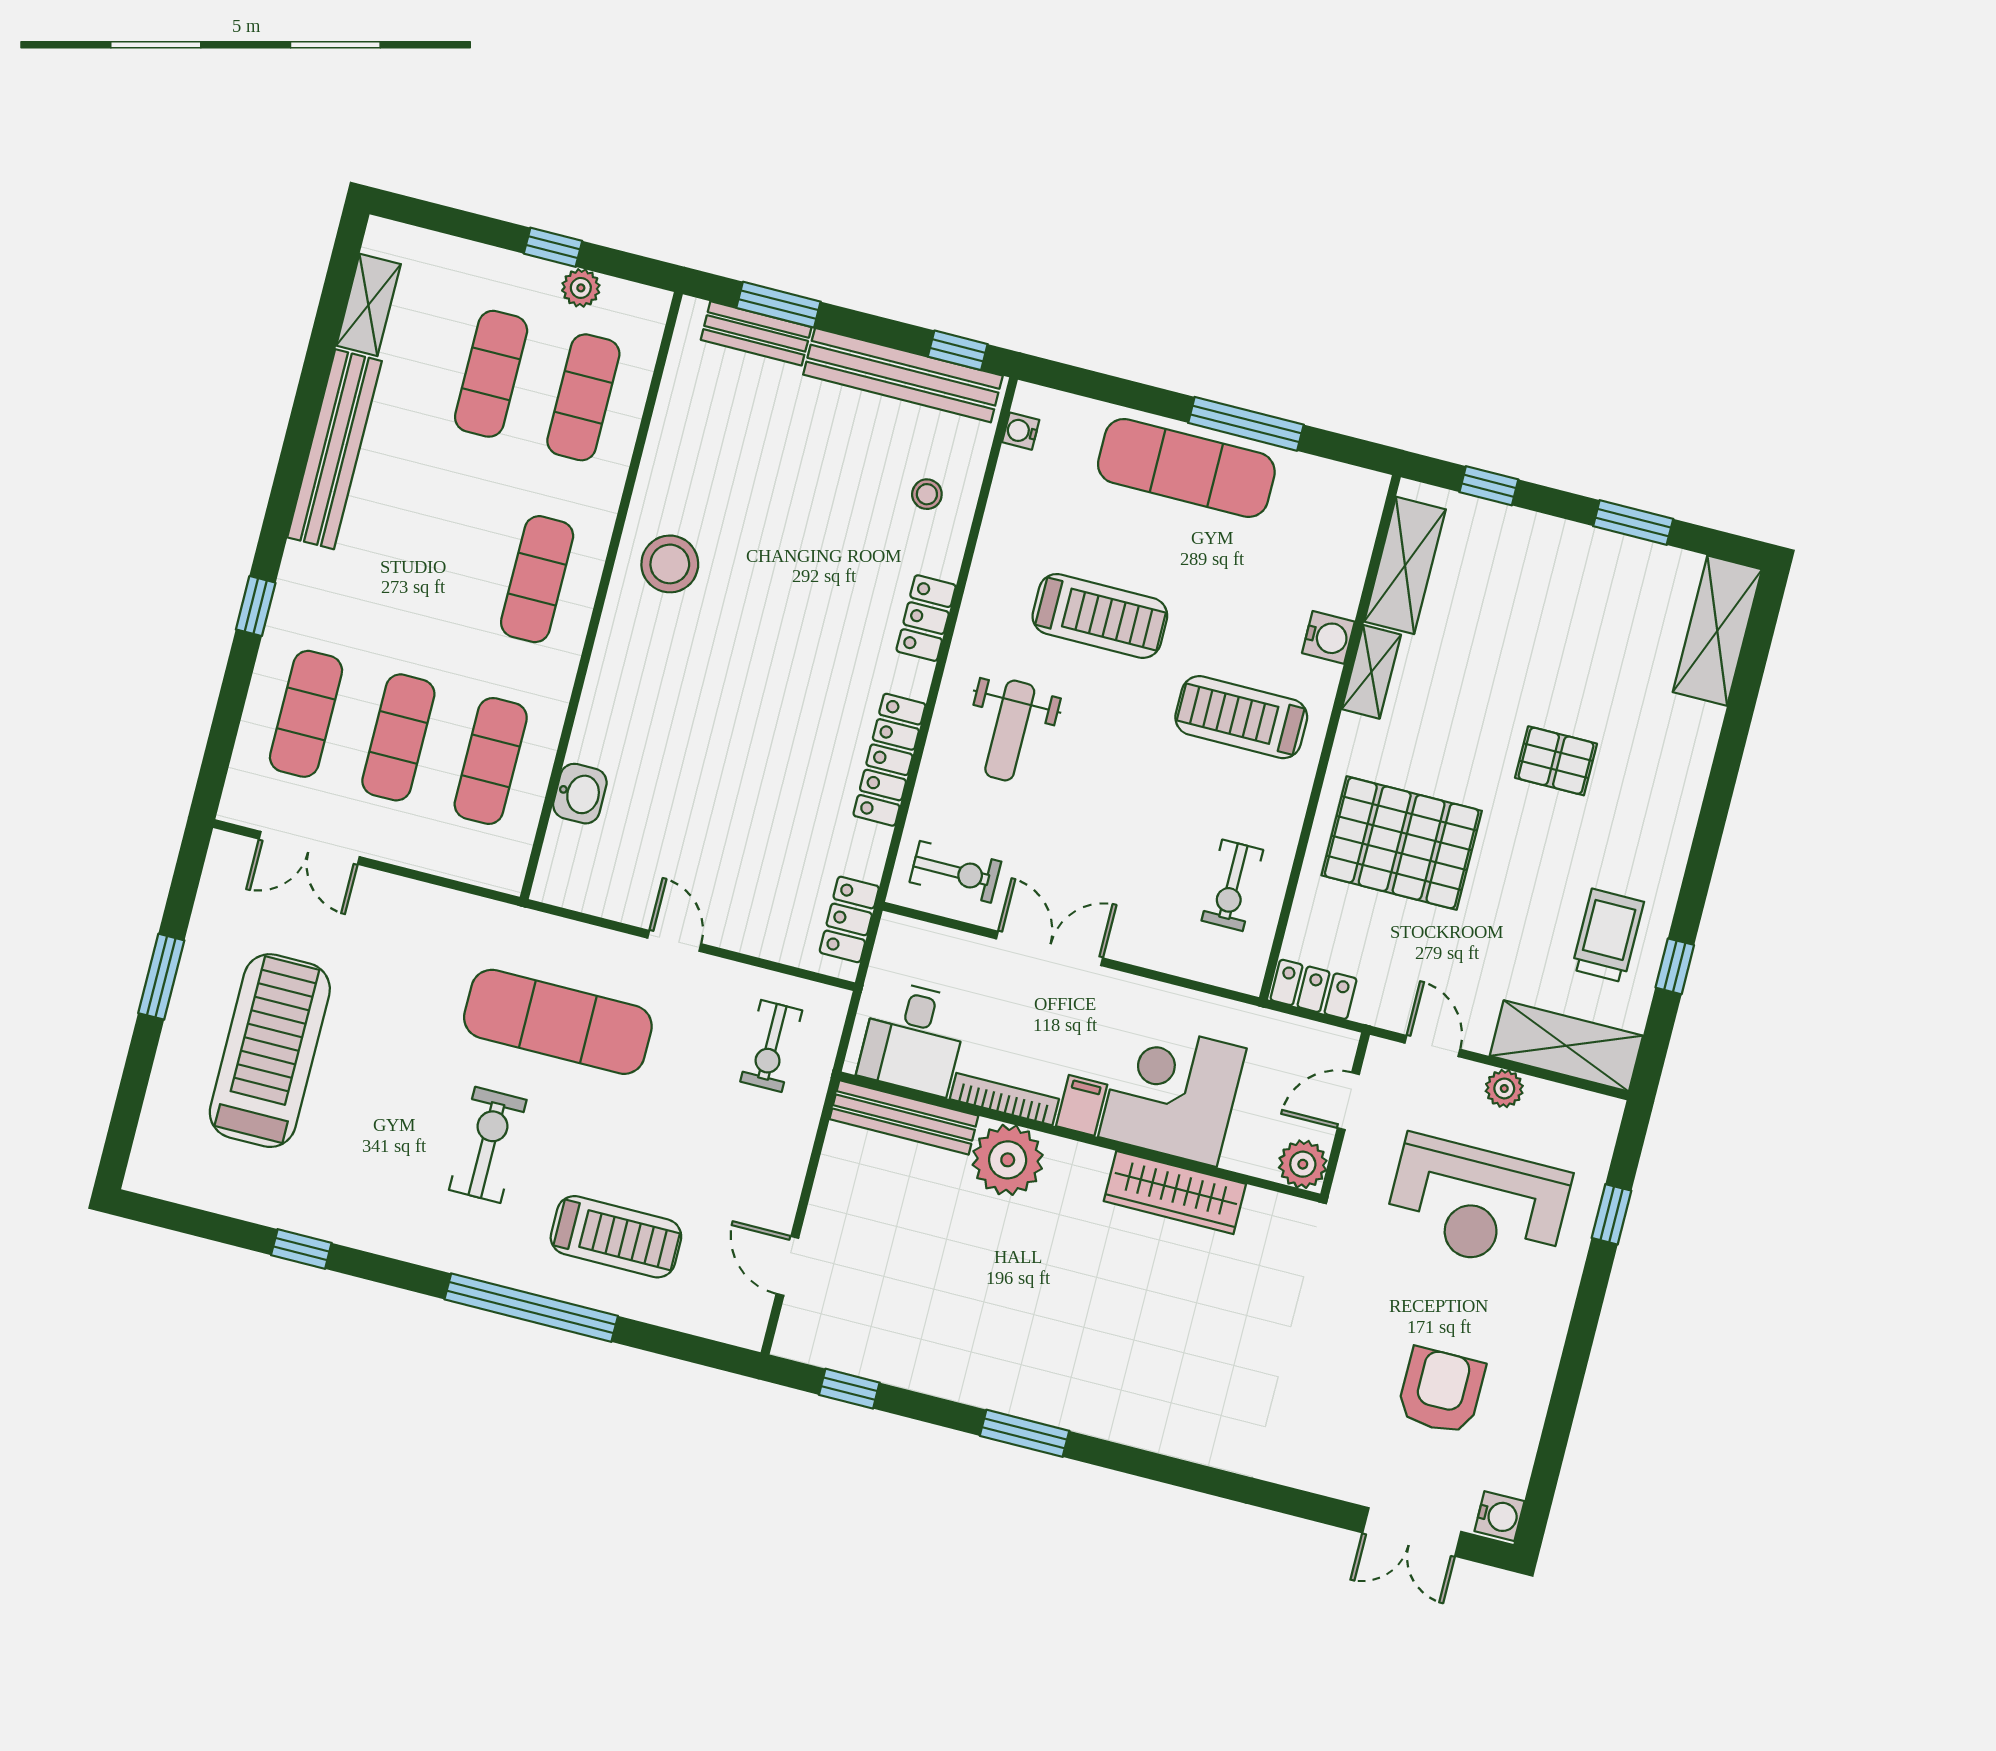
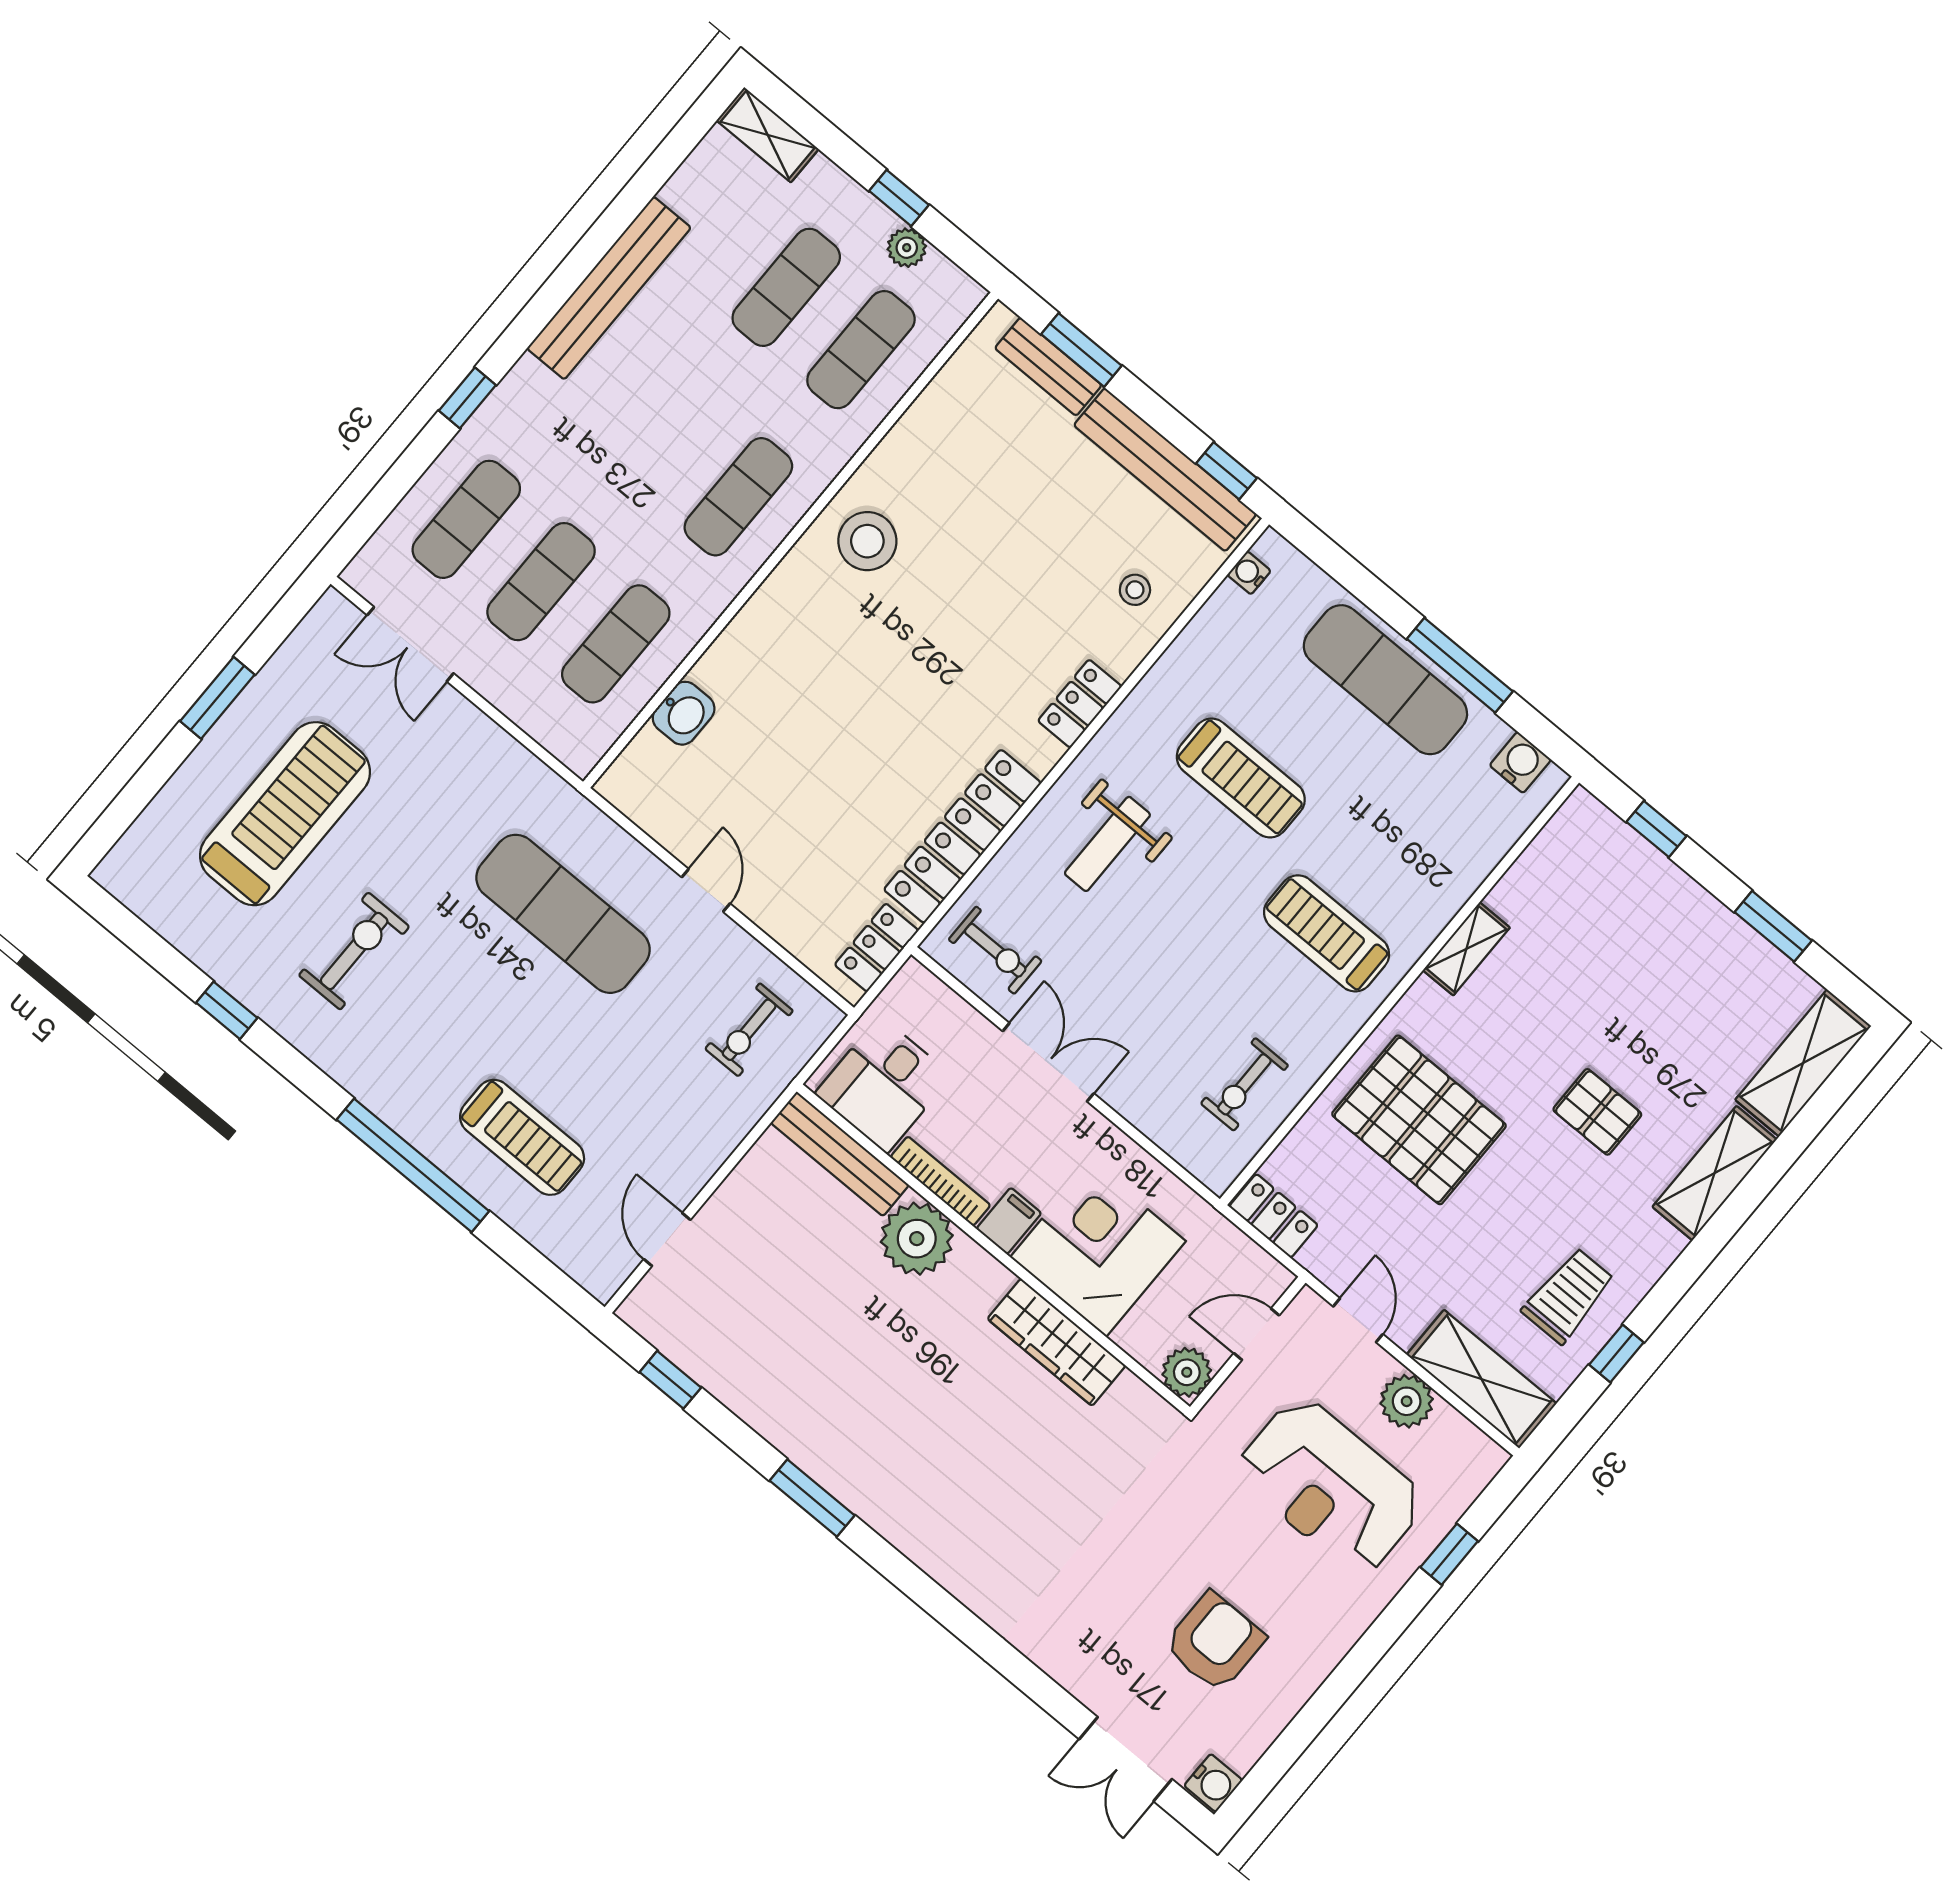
shelving: (368, 305) -> (768, 135), moved, turned 90
shelving: (1405, 565) -> (1715, 1173), moved
water cooler: (1328, 637) -> (1520, 762), moved, turned -90
locker: (889, 760) -> (962, 836), width x1.41, depth x1.21
plant: (1504, 1088) -> (1407, 1401), width x1.38, depth x1.38
exercise bike: (488, 1145) -> (354, 951), moved

